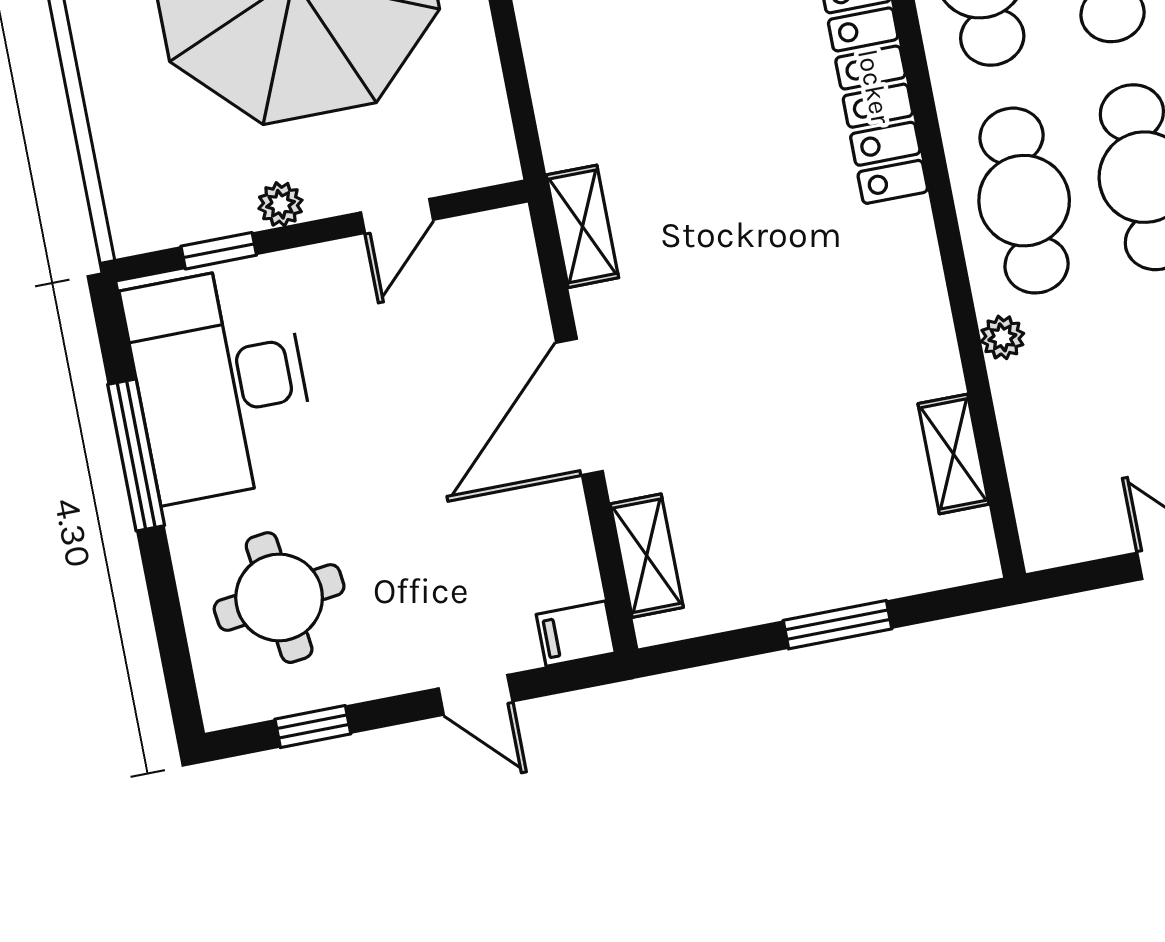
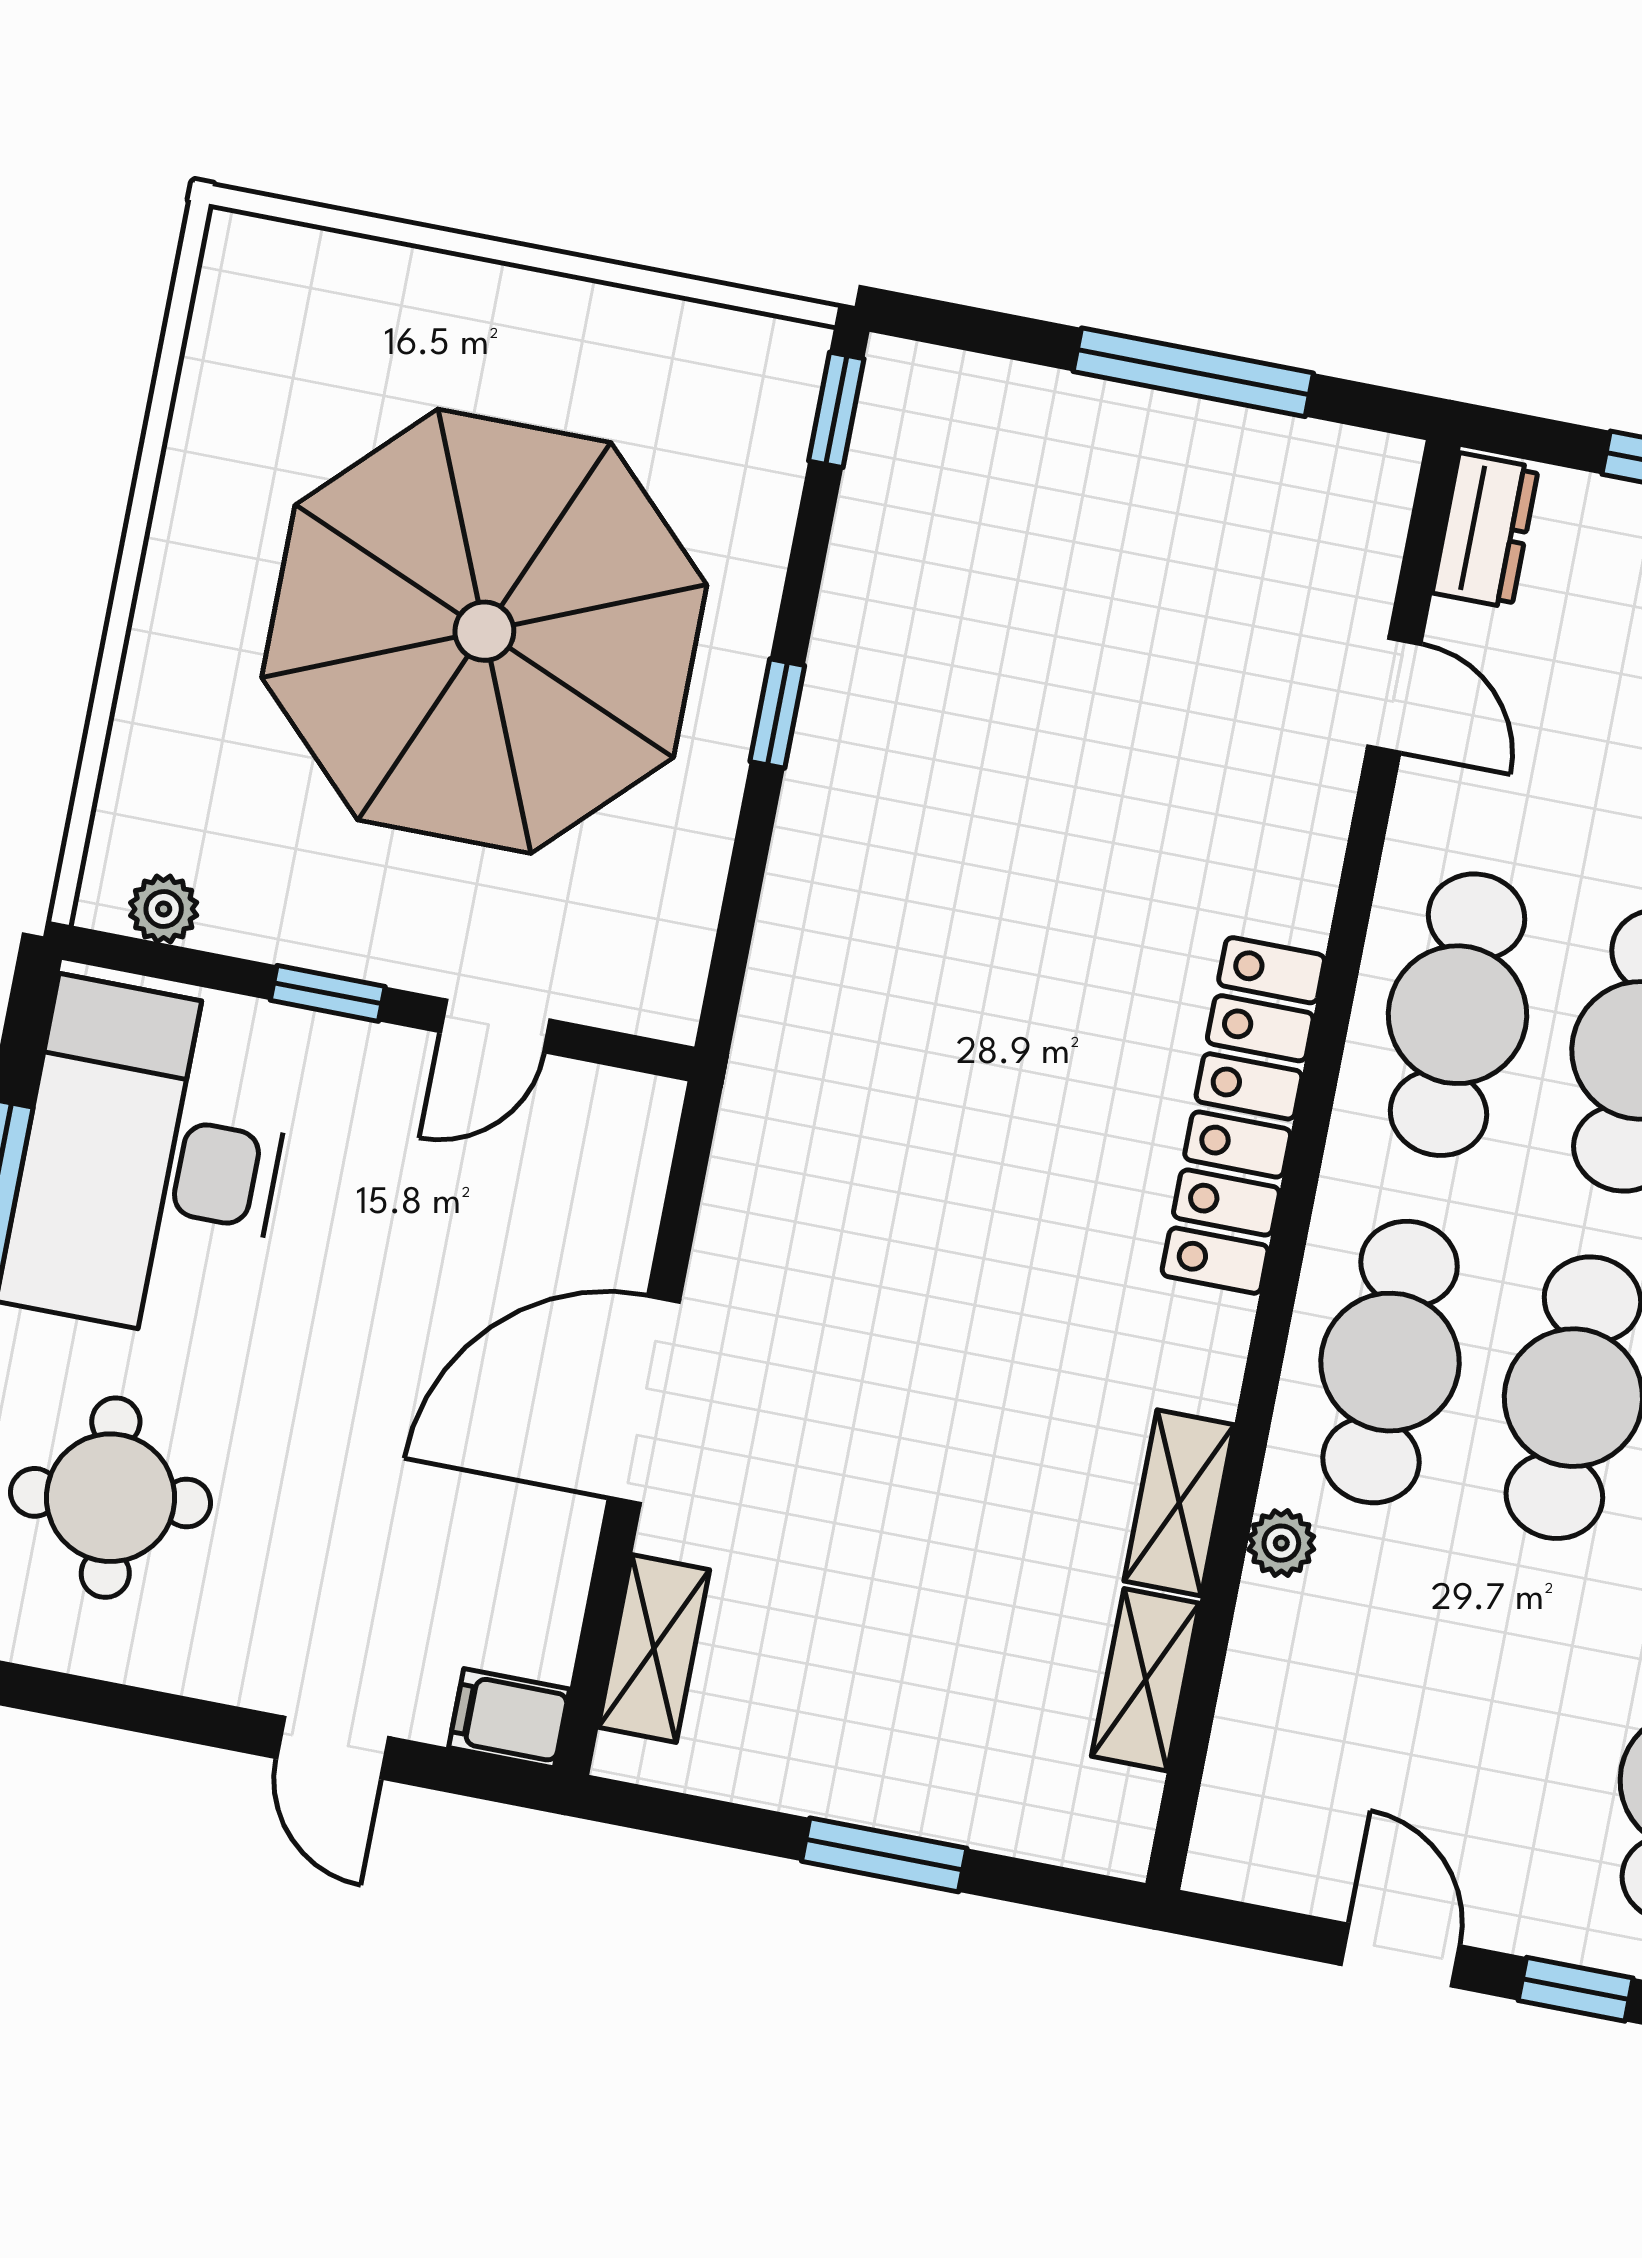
plant: (280, 204) -> (164, 909), moved
shelving: (582, 226) -> (1179, 1503), moved
window: (219, 251) -> (328, 993), moved
window: (313, 727) -> (85, 1699), removed

